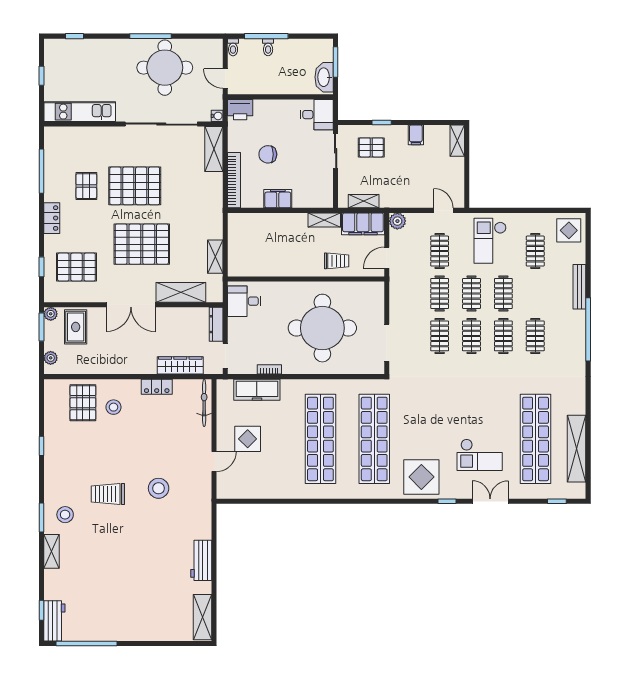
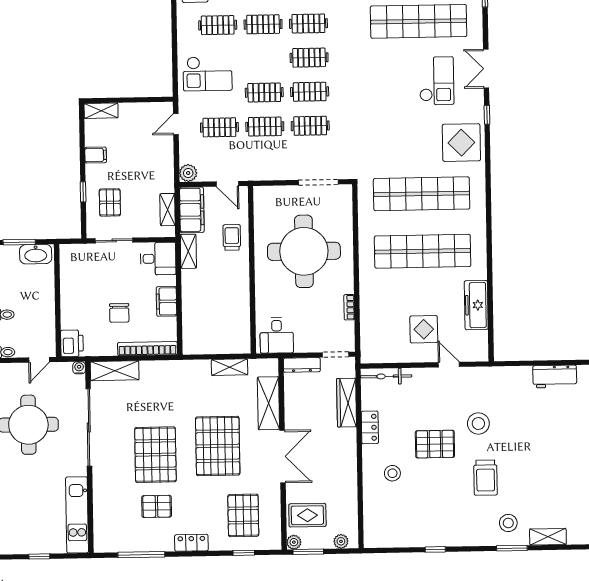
desk: (317, 115) -> (158, 259), moved, turned 90
clothes rail: (503, 293) -> (263, 24), moved
freezer: (257, 390) -> (476, 305), moved, turned 180
pallet: (83, 403) -> (435, 444), moved

